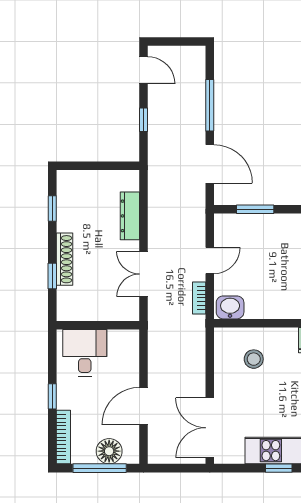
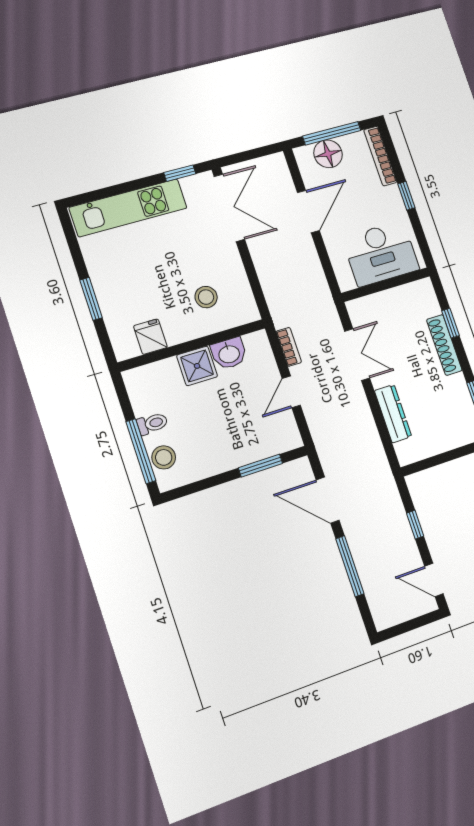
shower: (280, 305) -> (197, 366), added
washbasin: (230, 307) -> (229, 354), moved
desk: (85, 353) -> (381, 254), width x1.37
window: (279, 468) -> (180, 173), moved

